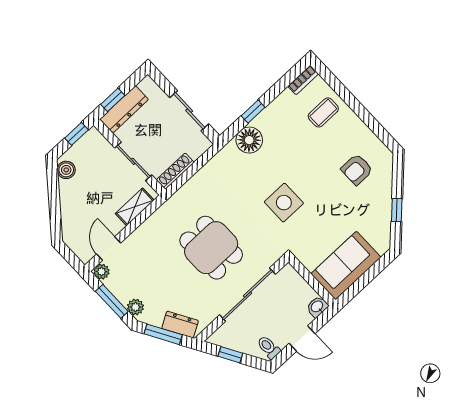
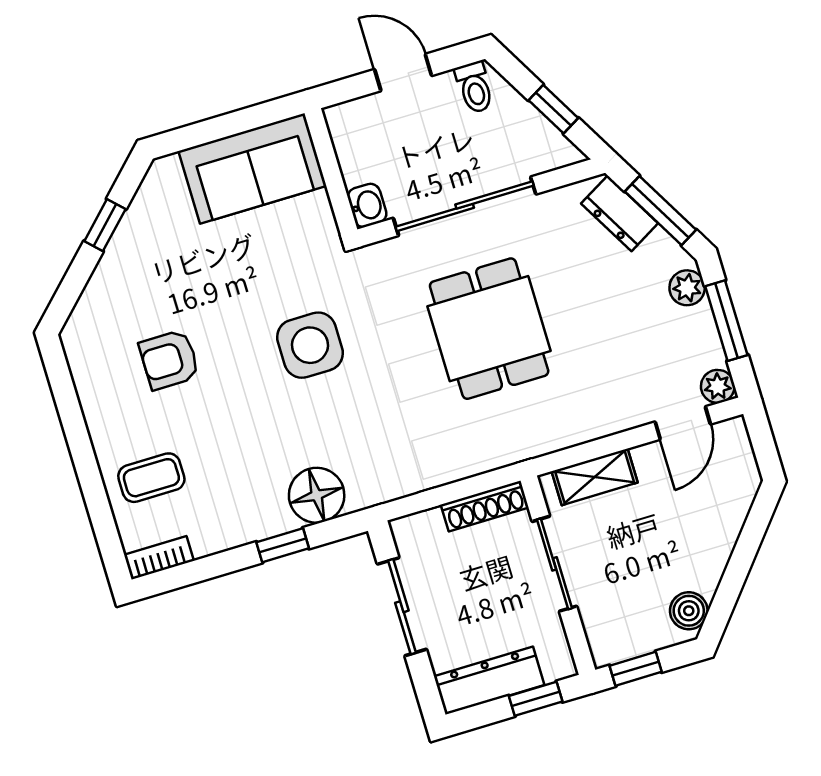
dresser: (124, 109) -> (489, 681), moved
armchair: (357, 169) -> (169, 360), moved, turned 180
washbasin: (317, 307) -> (367, 205), moved, turned -90

